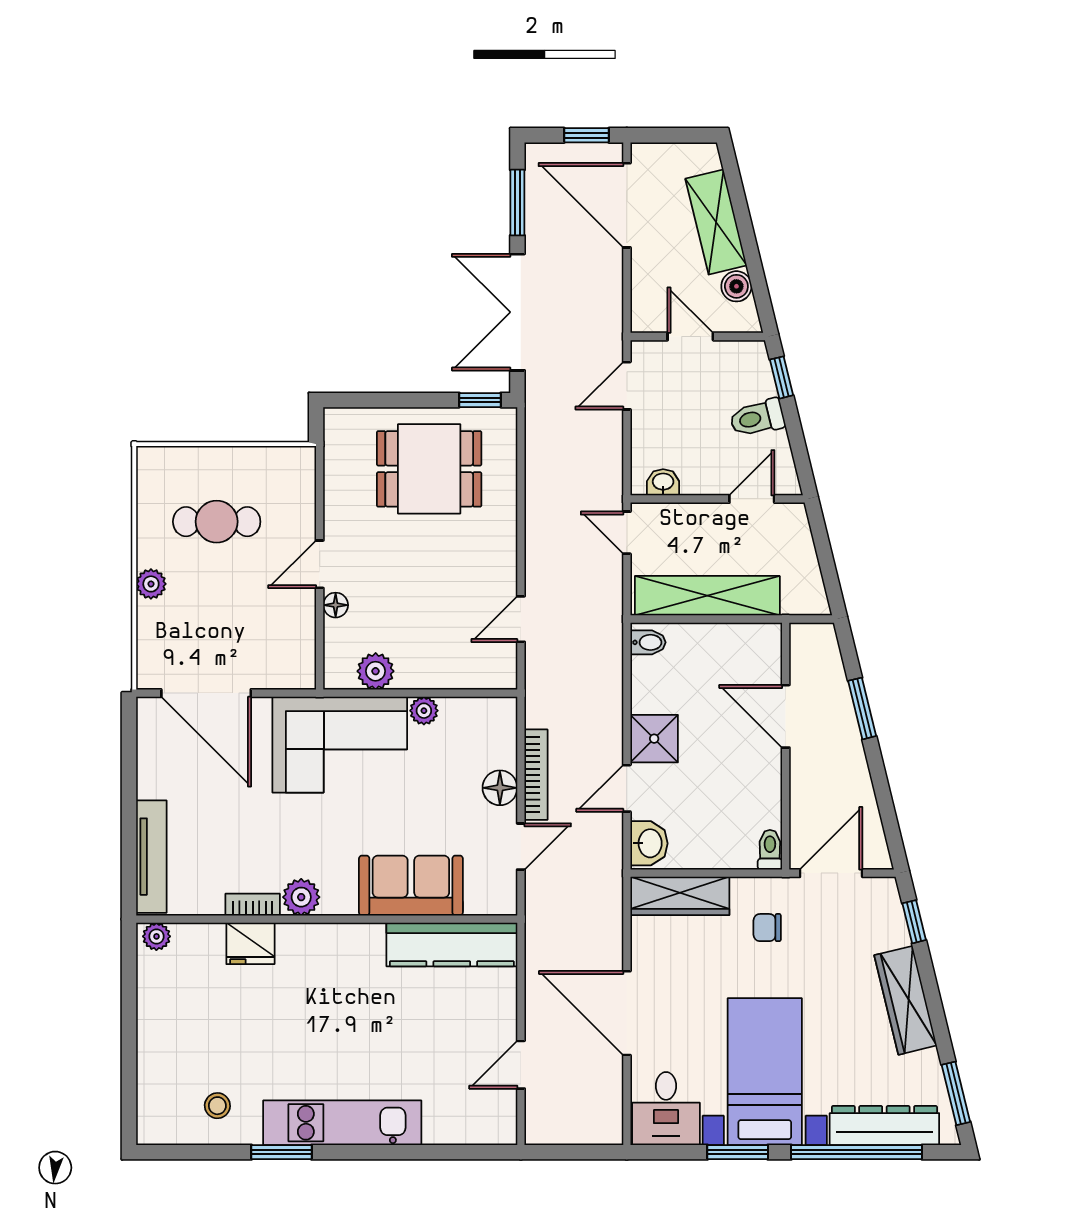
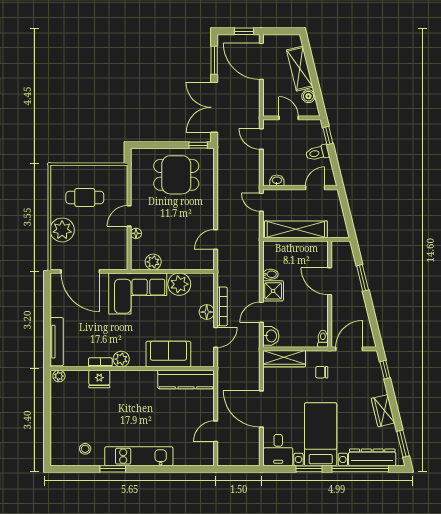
door: (627, 386) -> (261, 139), hinge flipped
plant: (151, 584) -> (62, 230), width x1.88, depth x1.88
bidet: (648, 642) -> (270, 274), moved
plant: (424, 711) -> (179, 284), width x1.88, depth x1.88
wardrobe: (906, 1000) -> (383, 411), width x0.67

